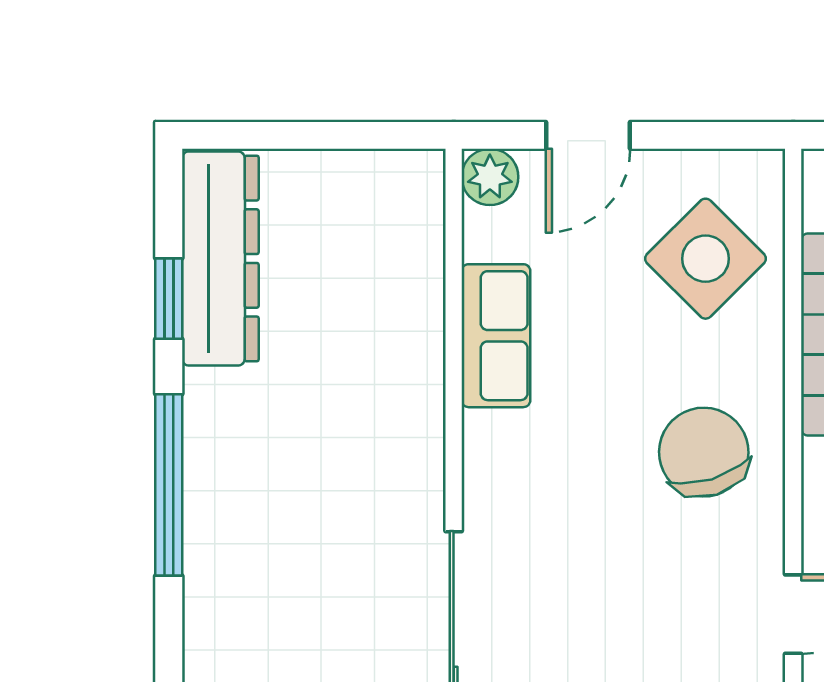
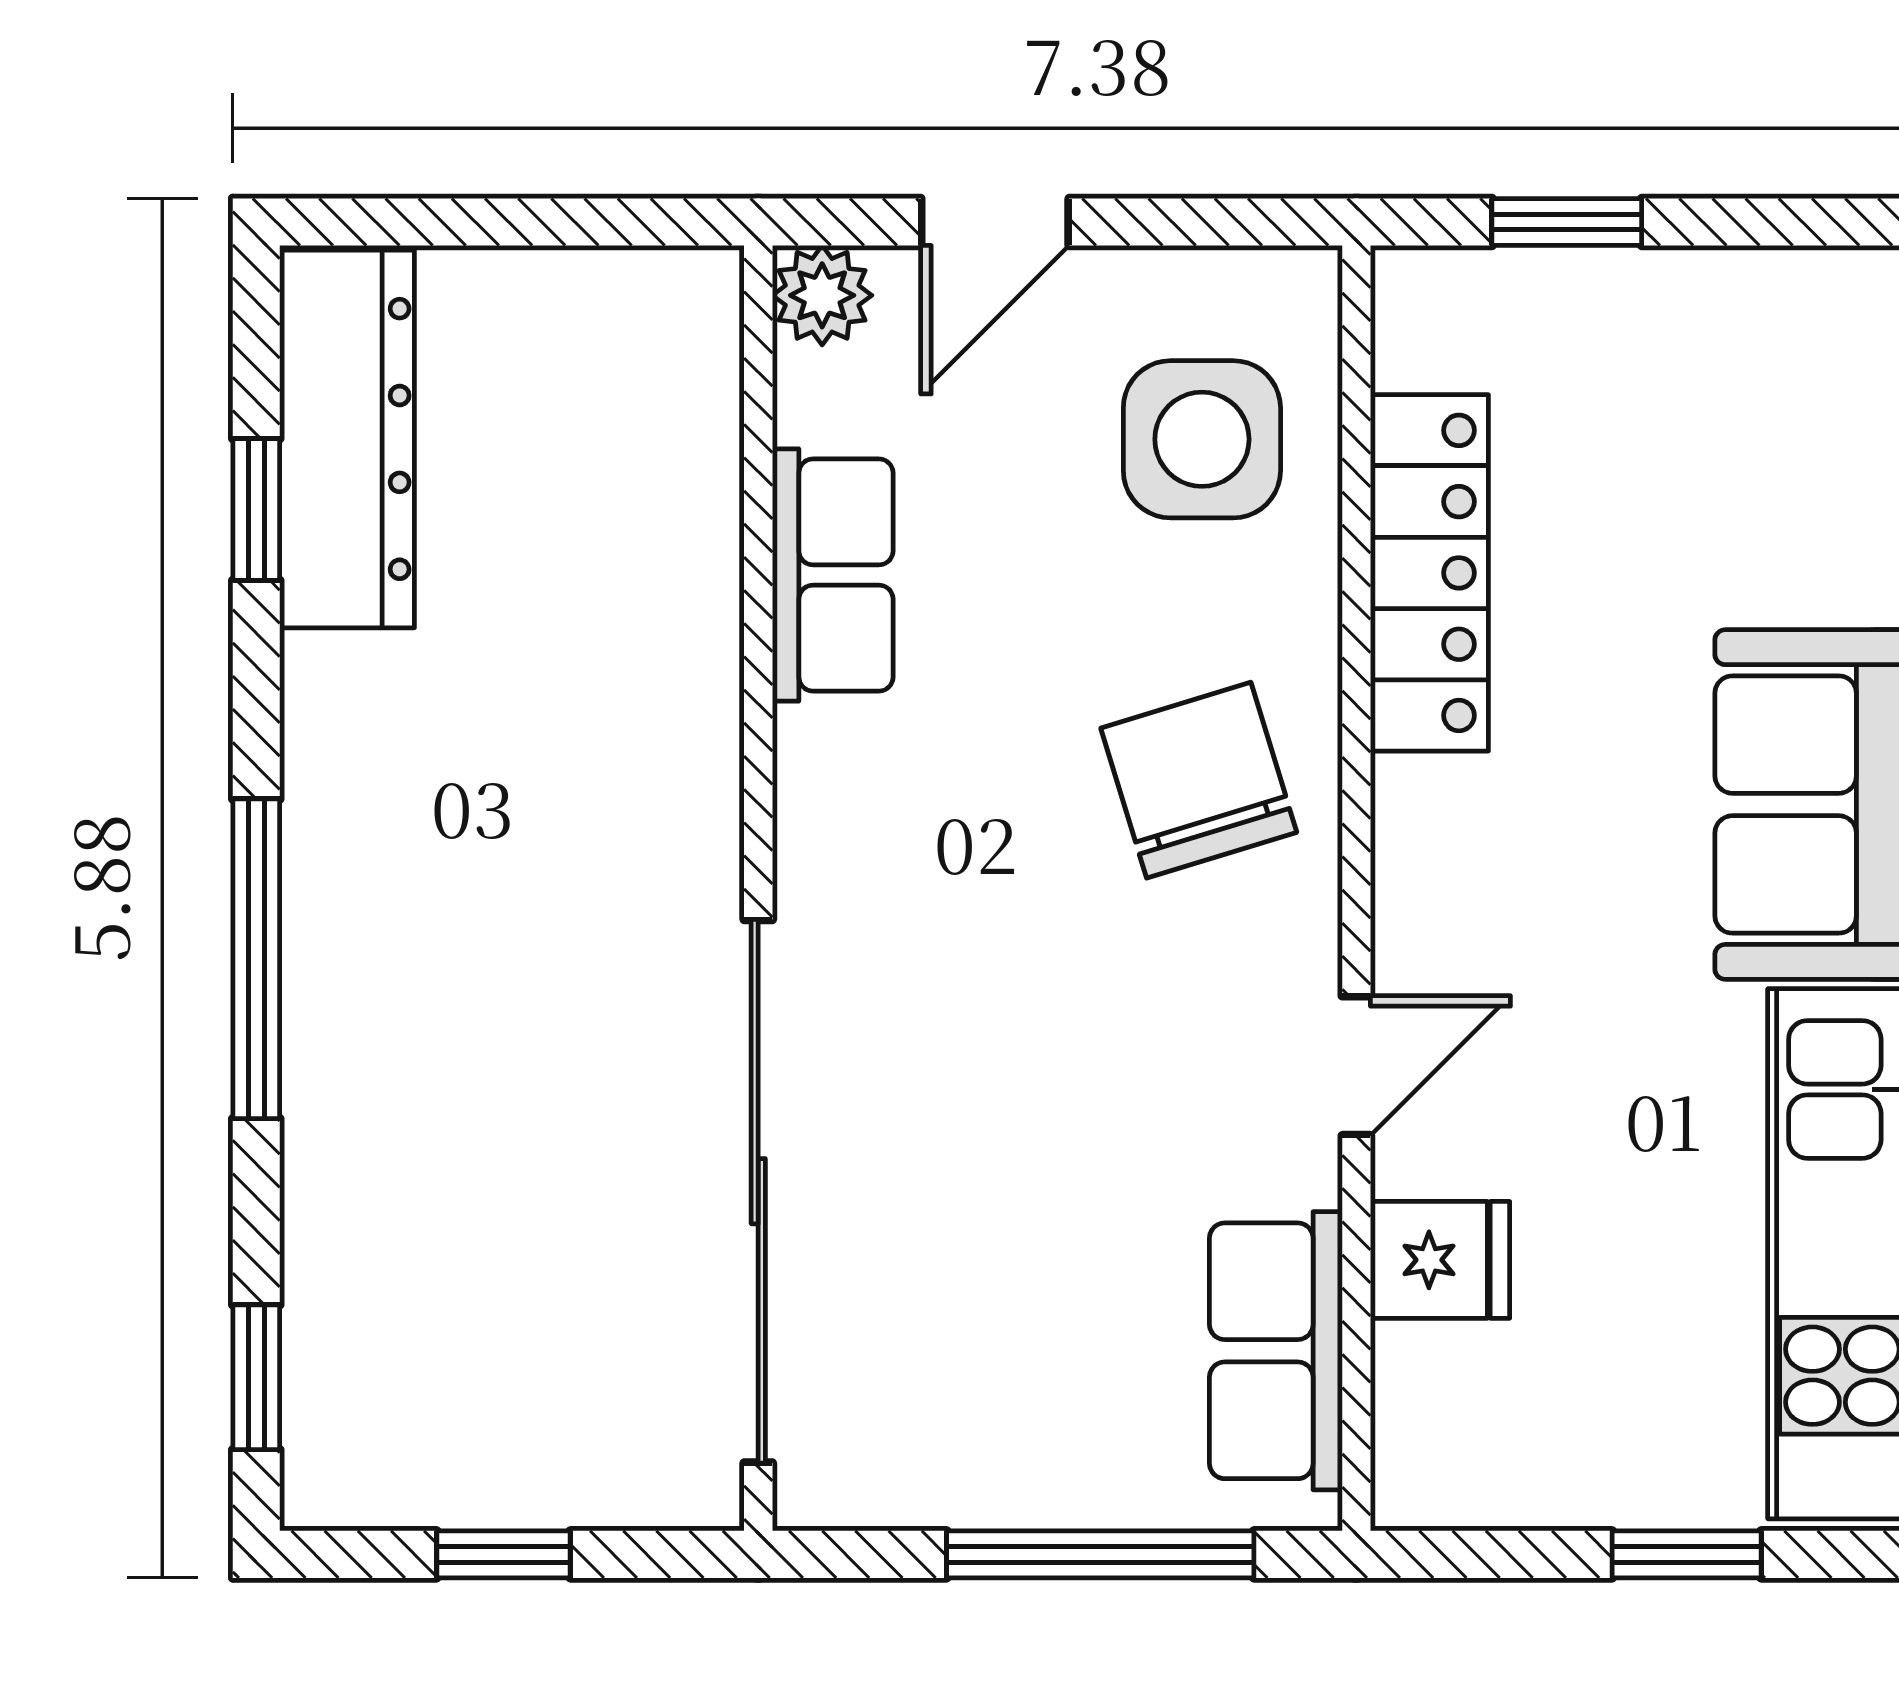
side table: (706, 259) -> (1202, 439), turned 45
window: (169, 485) -> (256, 959), moved

